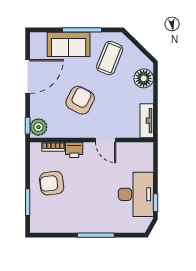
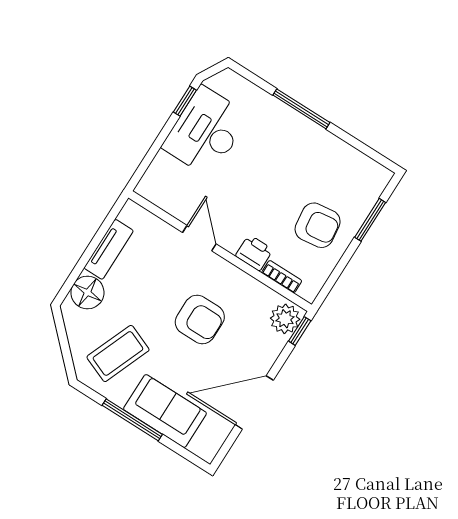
armchair: (80, 100) -> (200, 319), turned -117
tv unit: (147, 121) -> (109, 249), moved

